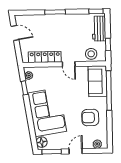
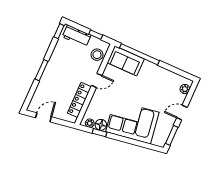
armchair: (90, 117) -> (157, 84), removed
floor lamp: (42, 142) -> (101, 125), moved
door: (76, 151) -> (182, 113), hinge flipped

